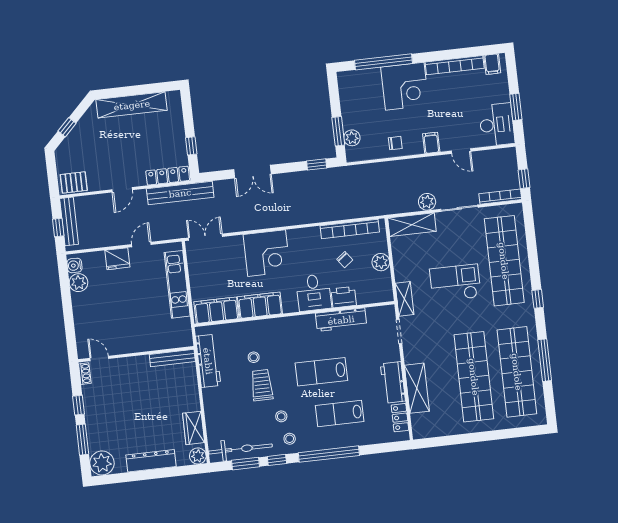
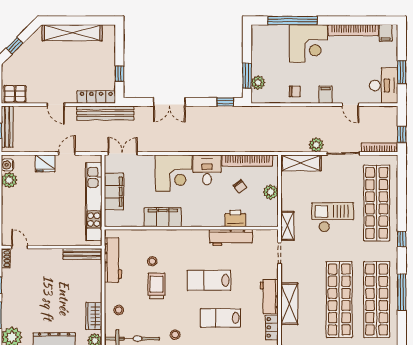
door: (122, 190) -> (56, 105), hinge flipped
kitchen unit: (177, 284) -> (94, 202), width x1.36
desk: (314, 293) -> (207, 170), moved, turned 180
filing cabinet: (216, 310) -> (114, 192), moved, turned 90
stool: (281, 416) -> (119, 310), moved

